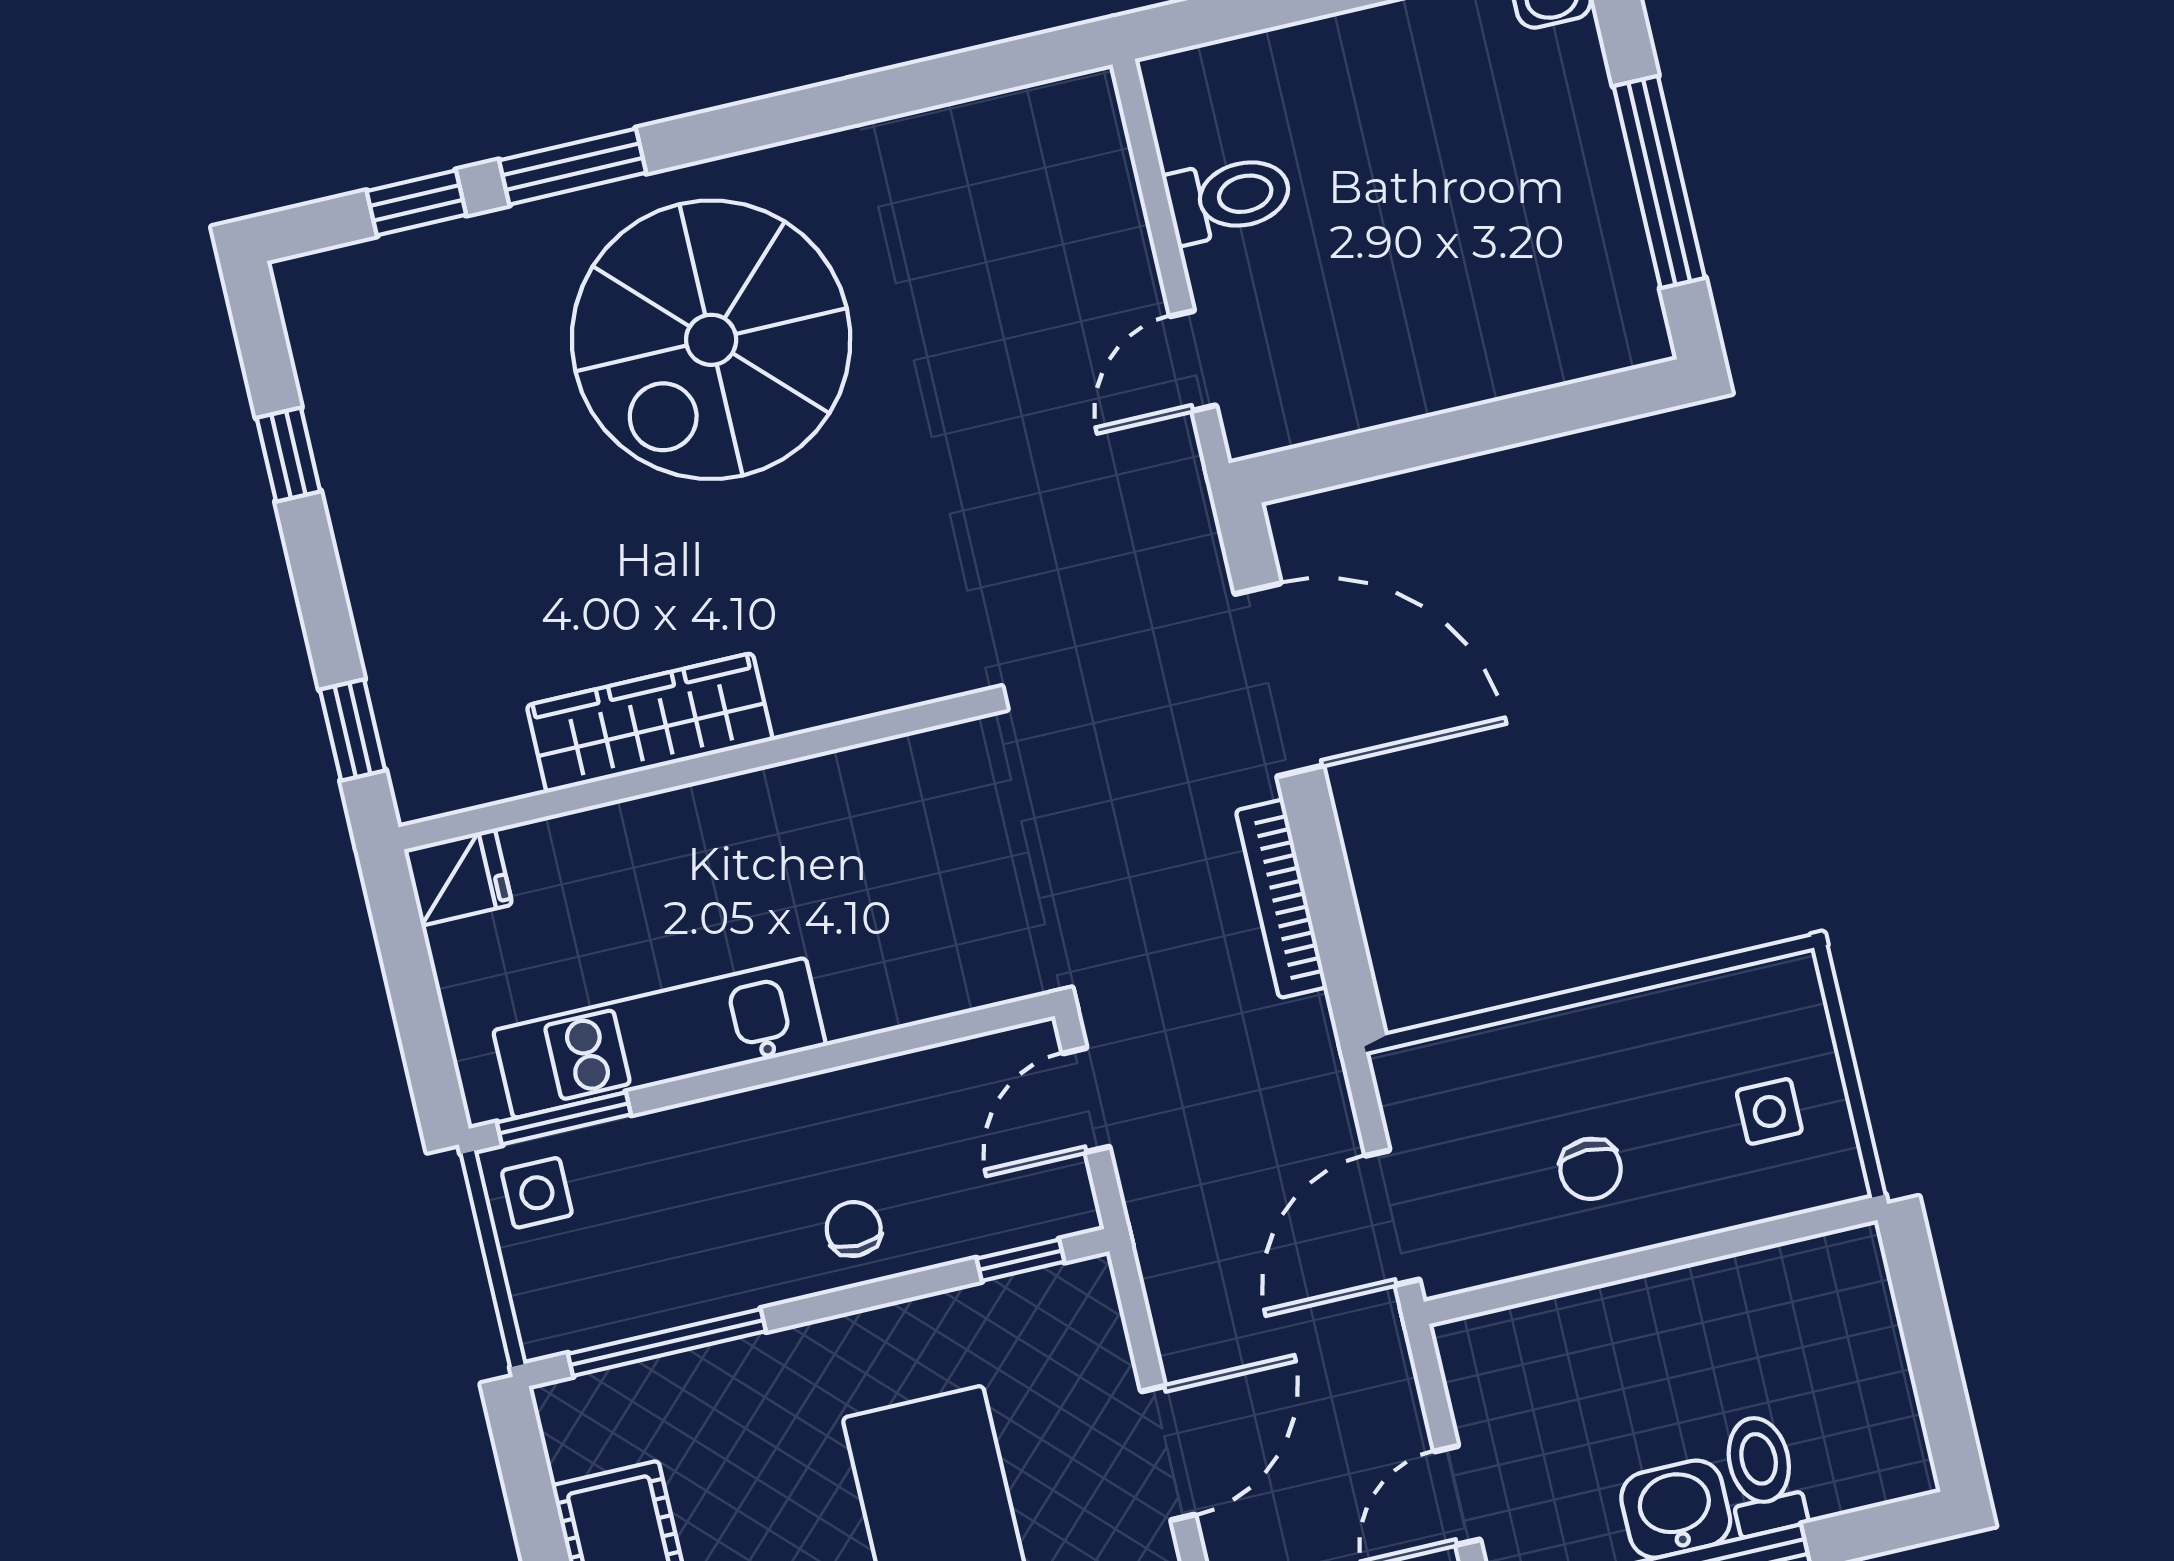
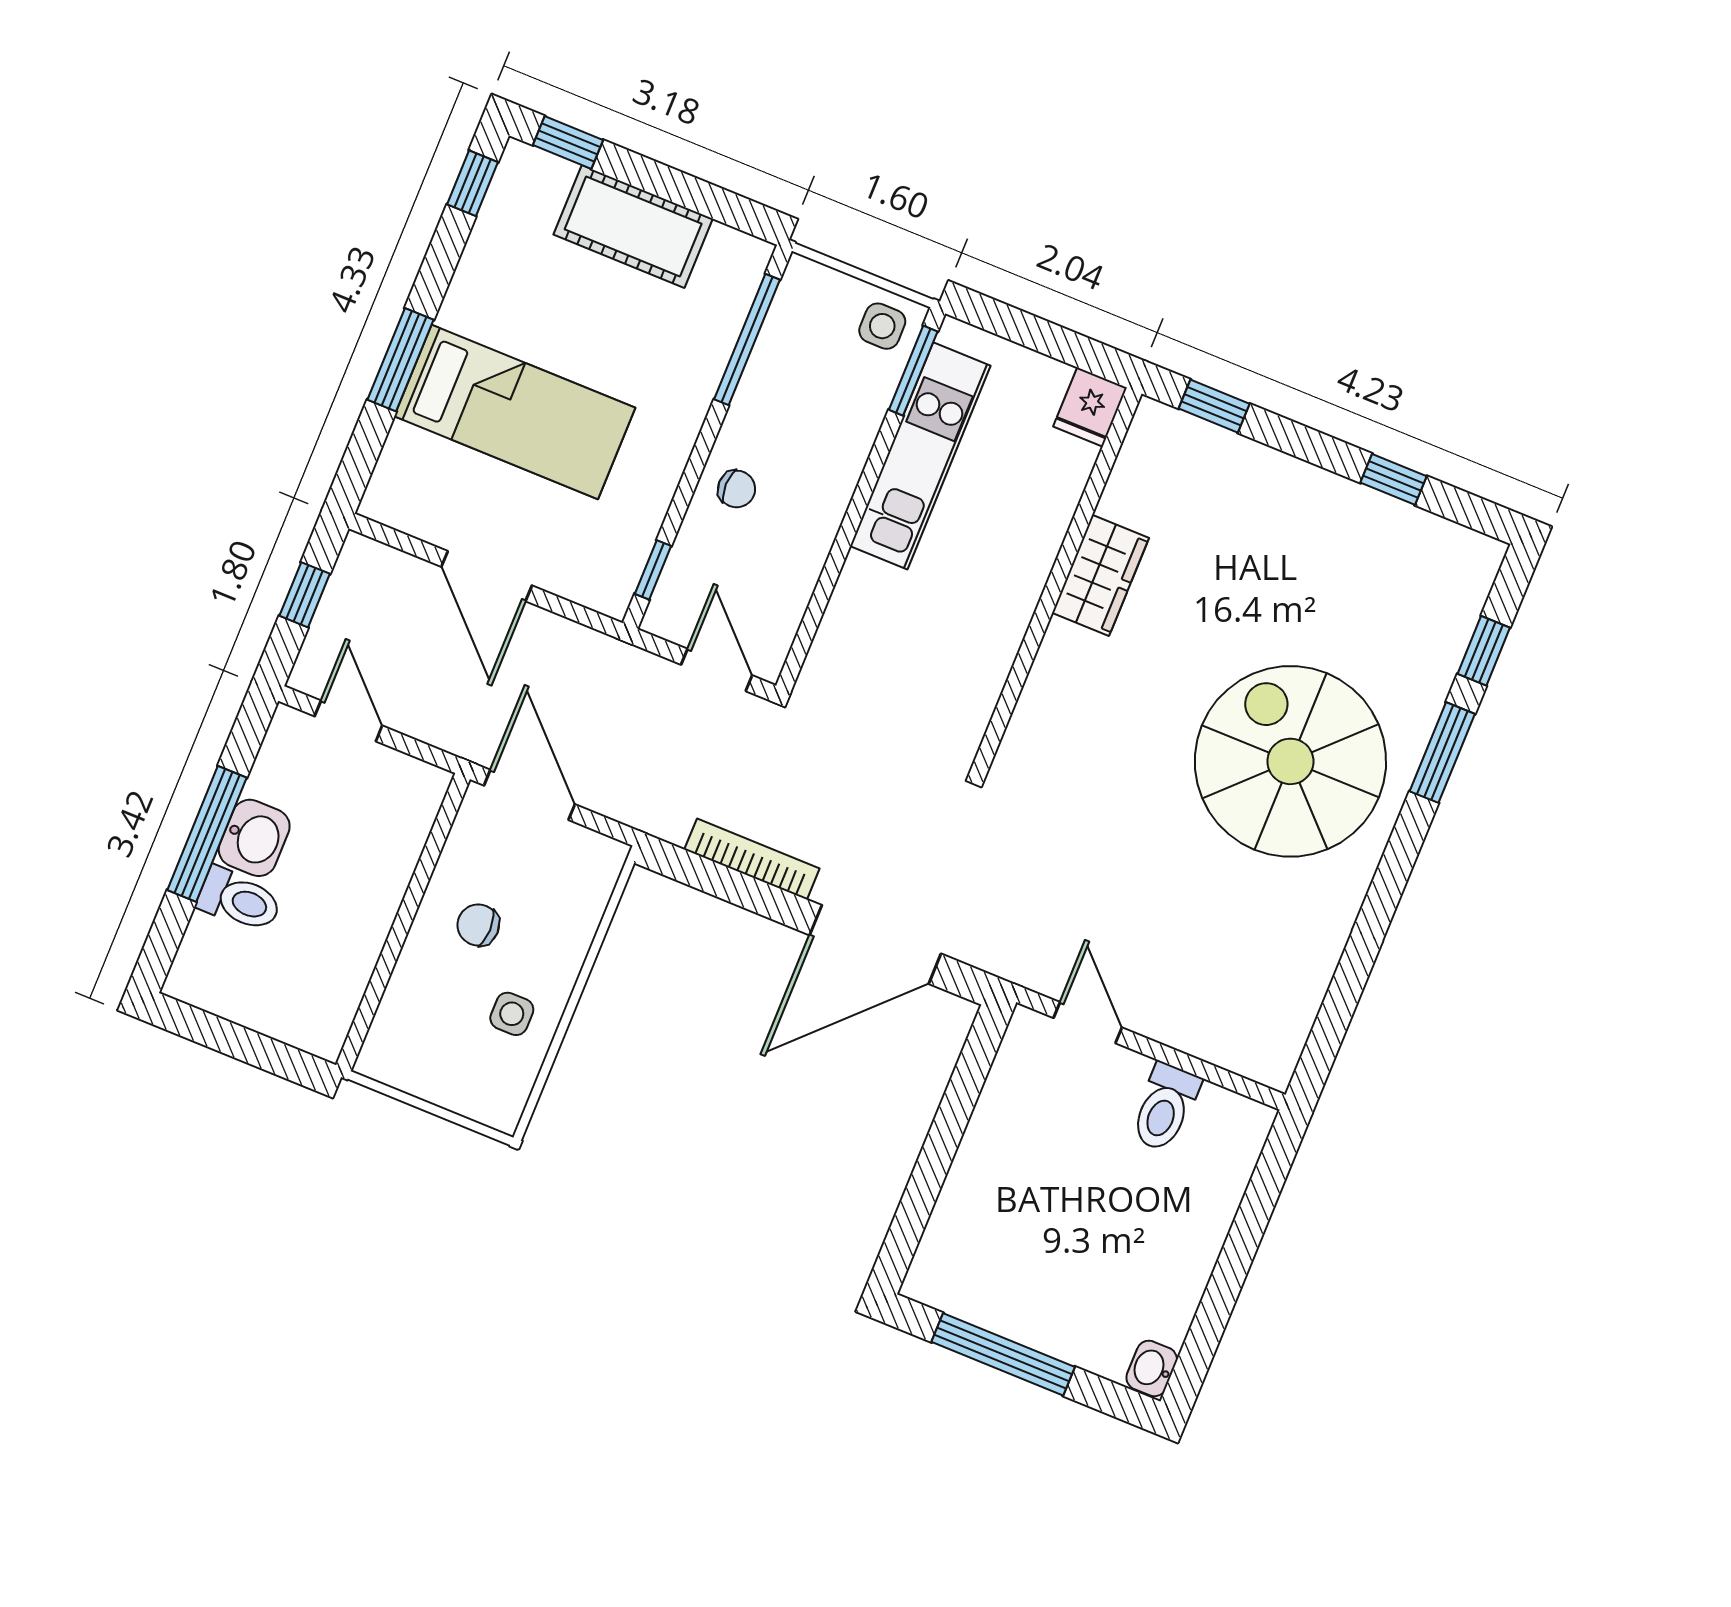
wardrobe: (650, 723) -> (1101, 575), width x0.67
side table: (1769, 1111) -> (512, 1014), moved

